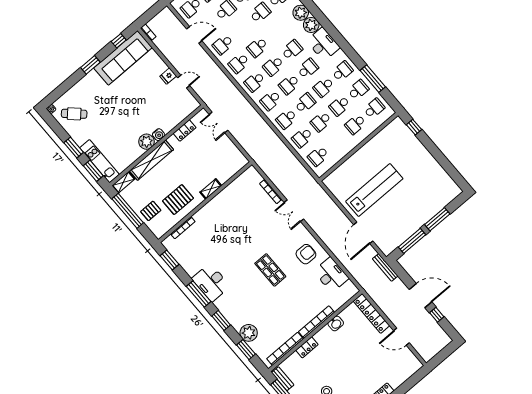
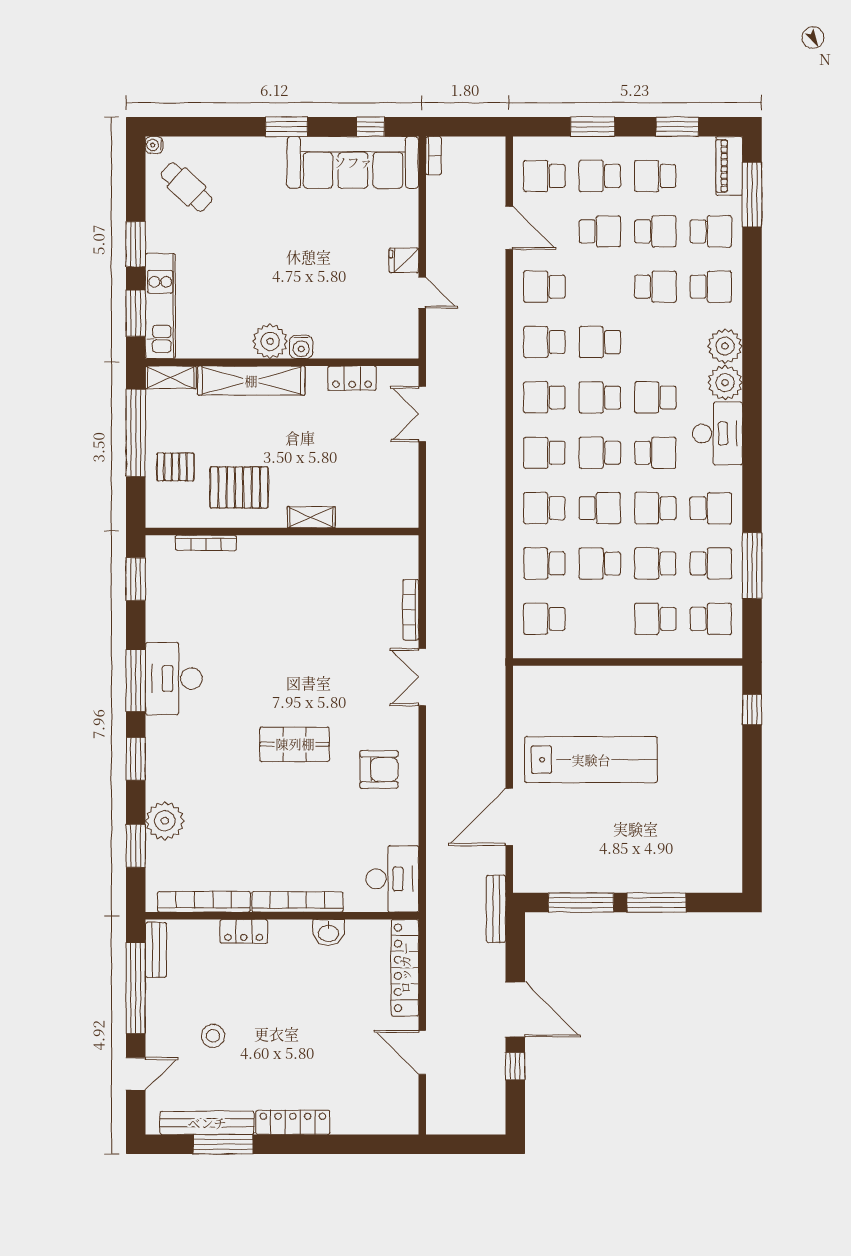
school desk: (292, 50) -> (655, 397), turned 180
shop shelf: (270, 270) -> (295, 744), turned 90
desk: (331, 275) -> (392, 879), moved

